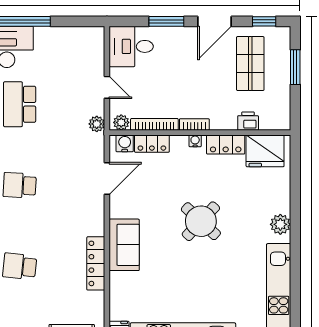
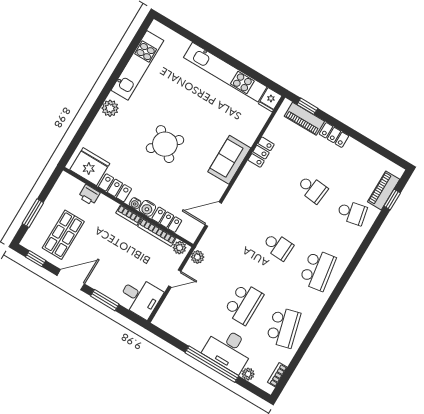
door: (107, 87) -> (175, 279), swing flipped
water cooler: (125, 143) -> (147, 208), moved
locker: (96, 263) -> (261, 152), width x0.66

